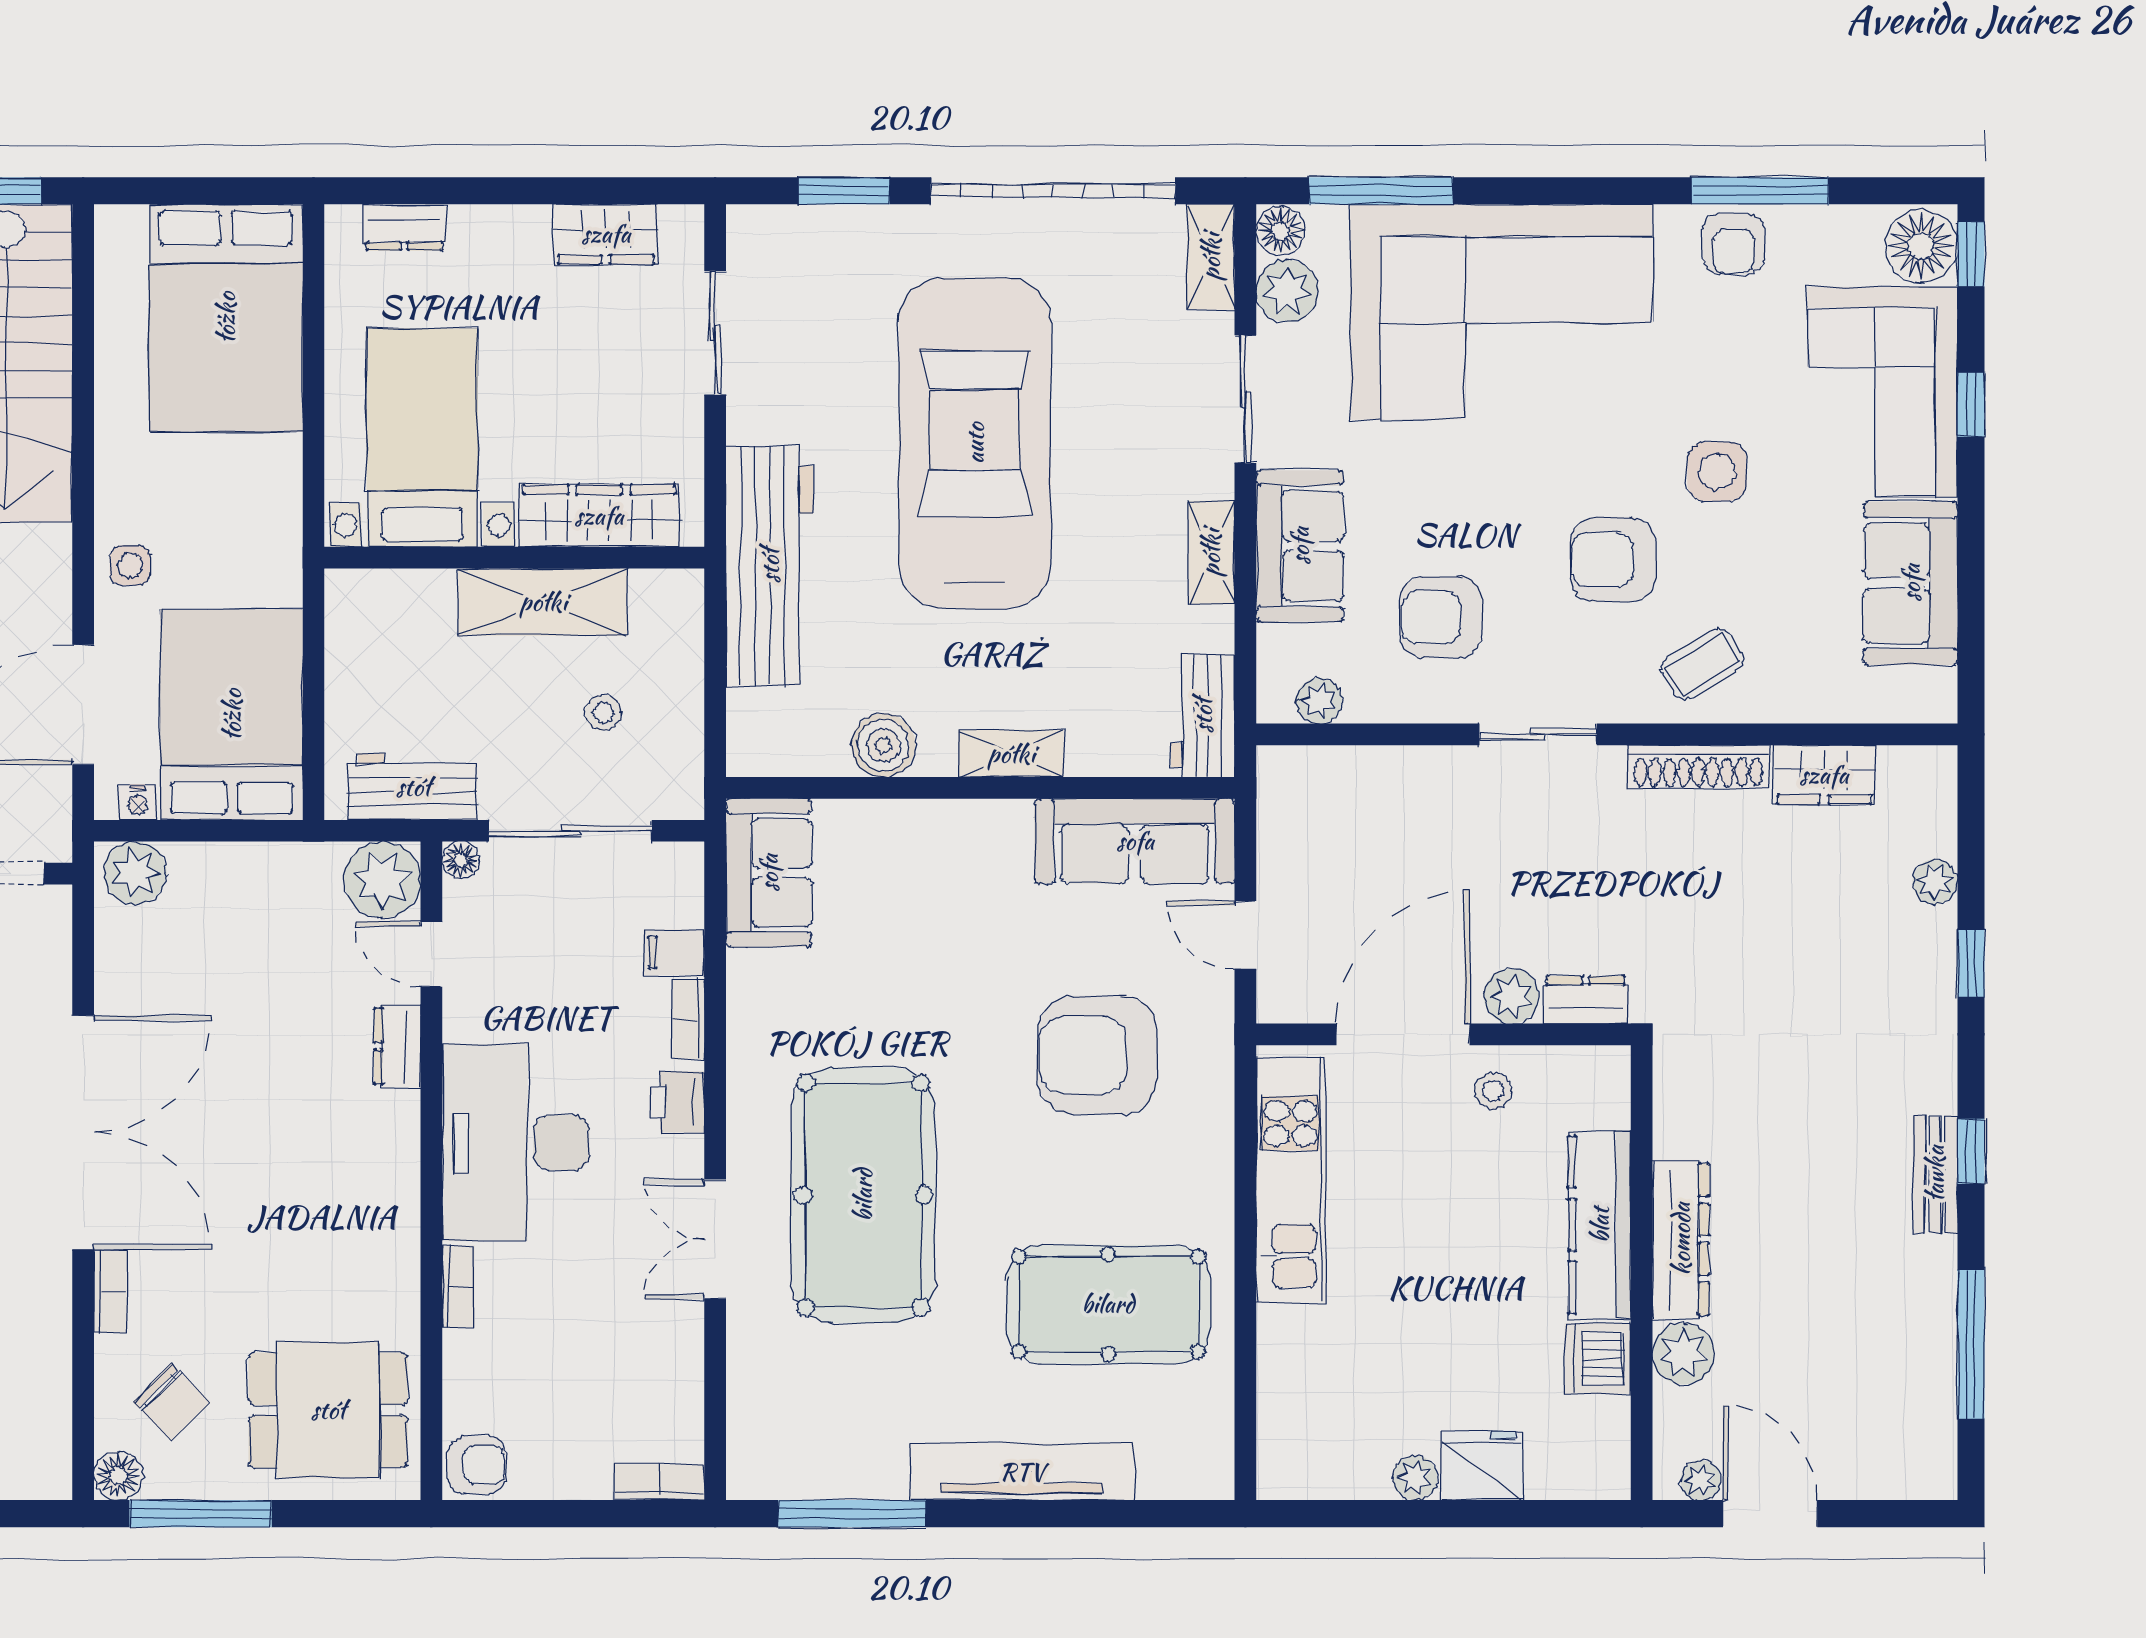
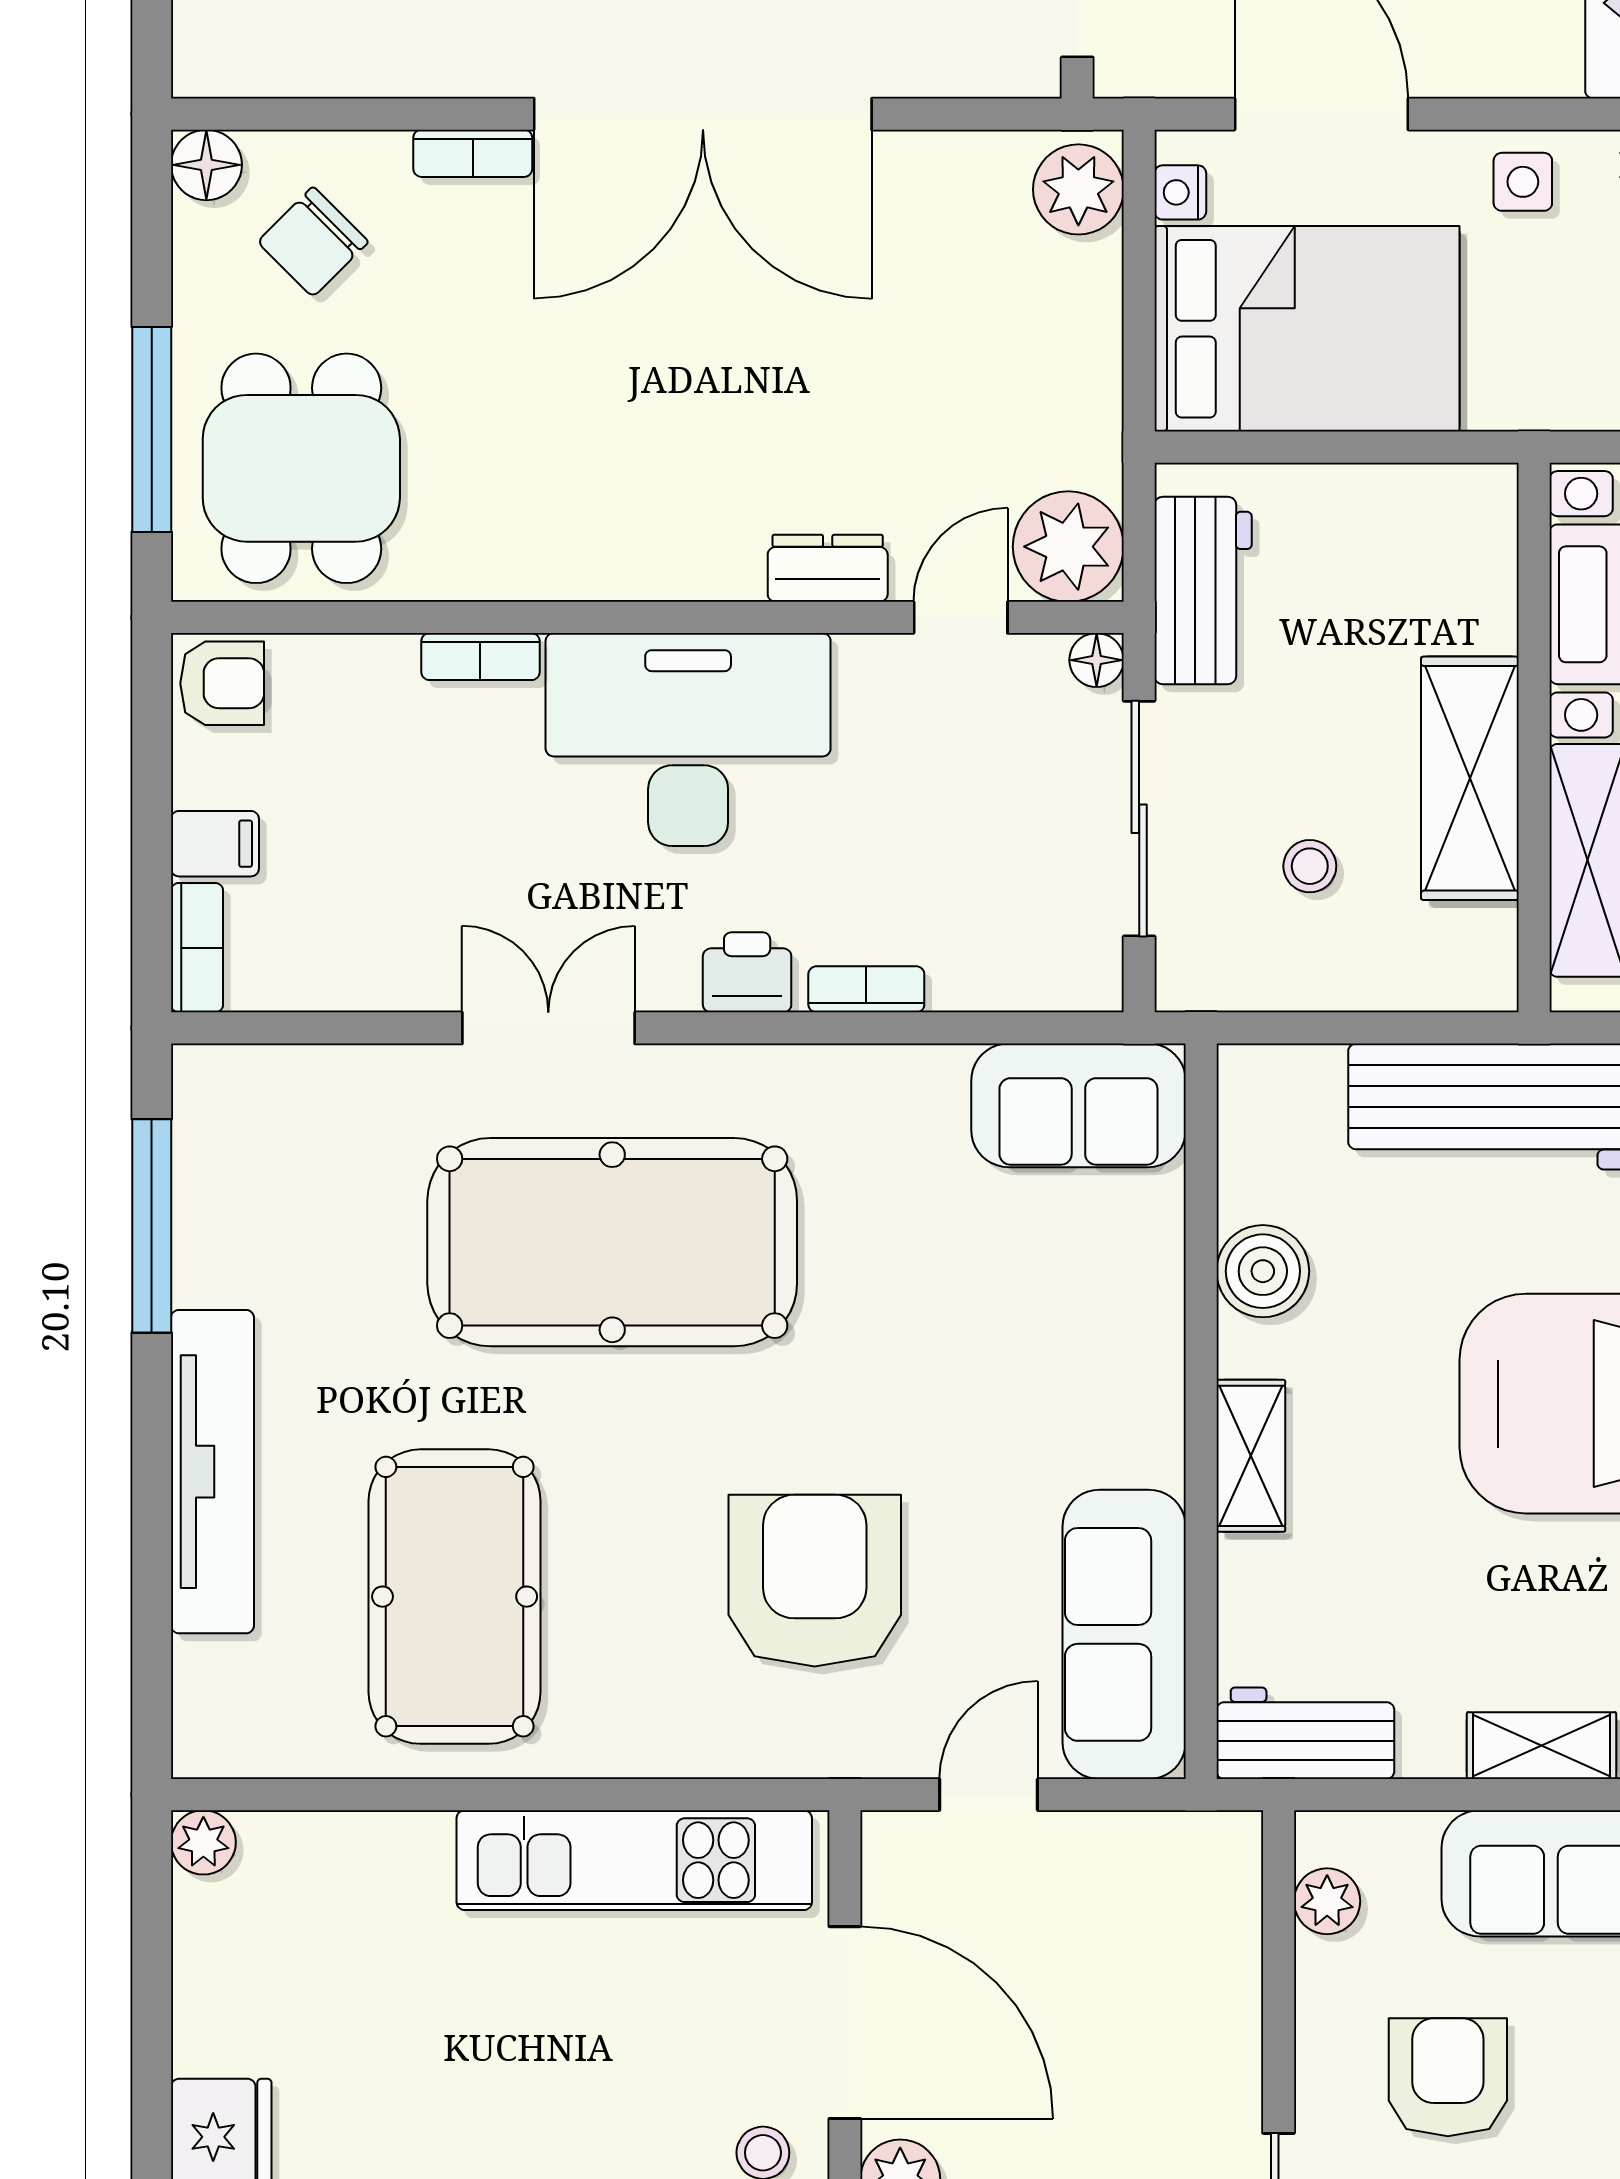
filing cabinet: (674, 952) -> (215, 844), moved, turned 90
armchair: (477, 1465) -> (222, 683), turned -90
plant: (1415, 1478) -> (203, 1842), moved
window: (201, 1514) -> (152, 429), moved

